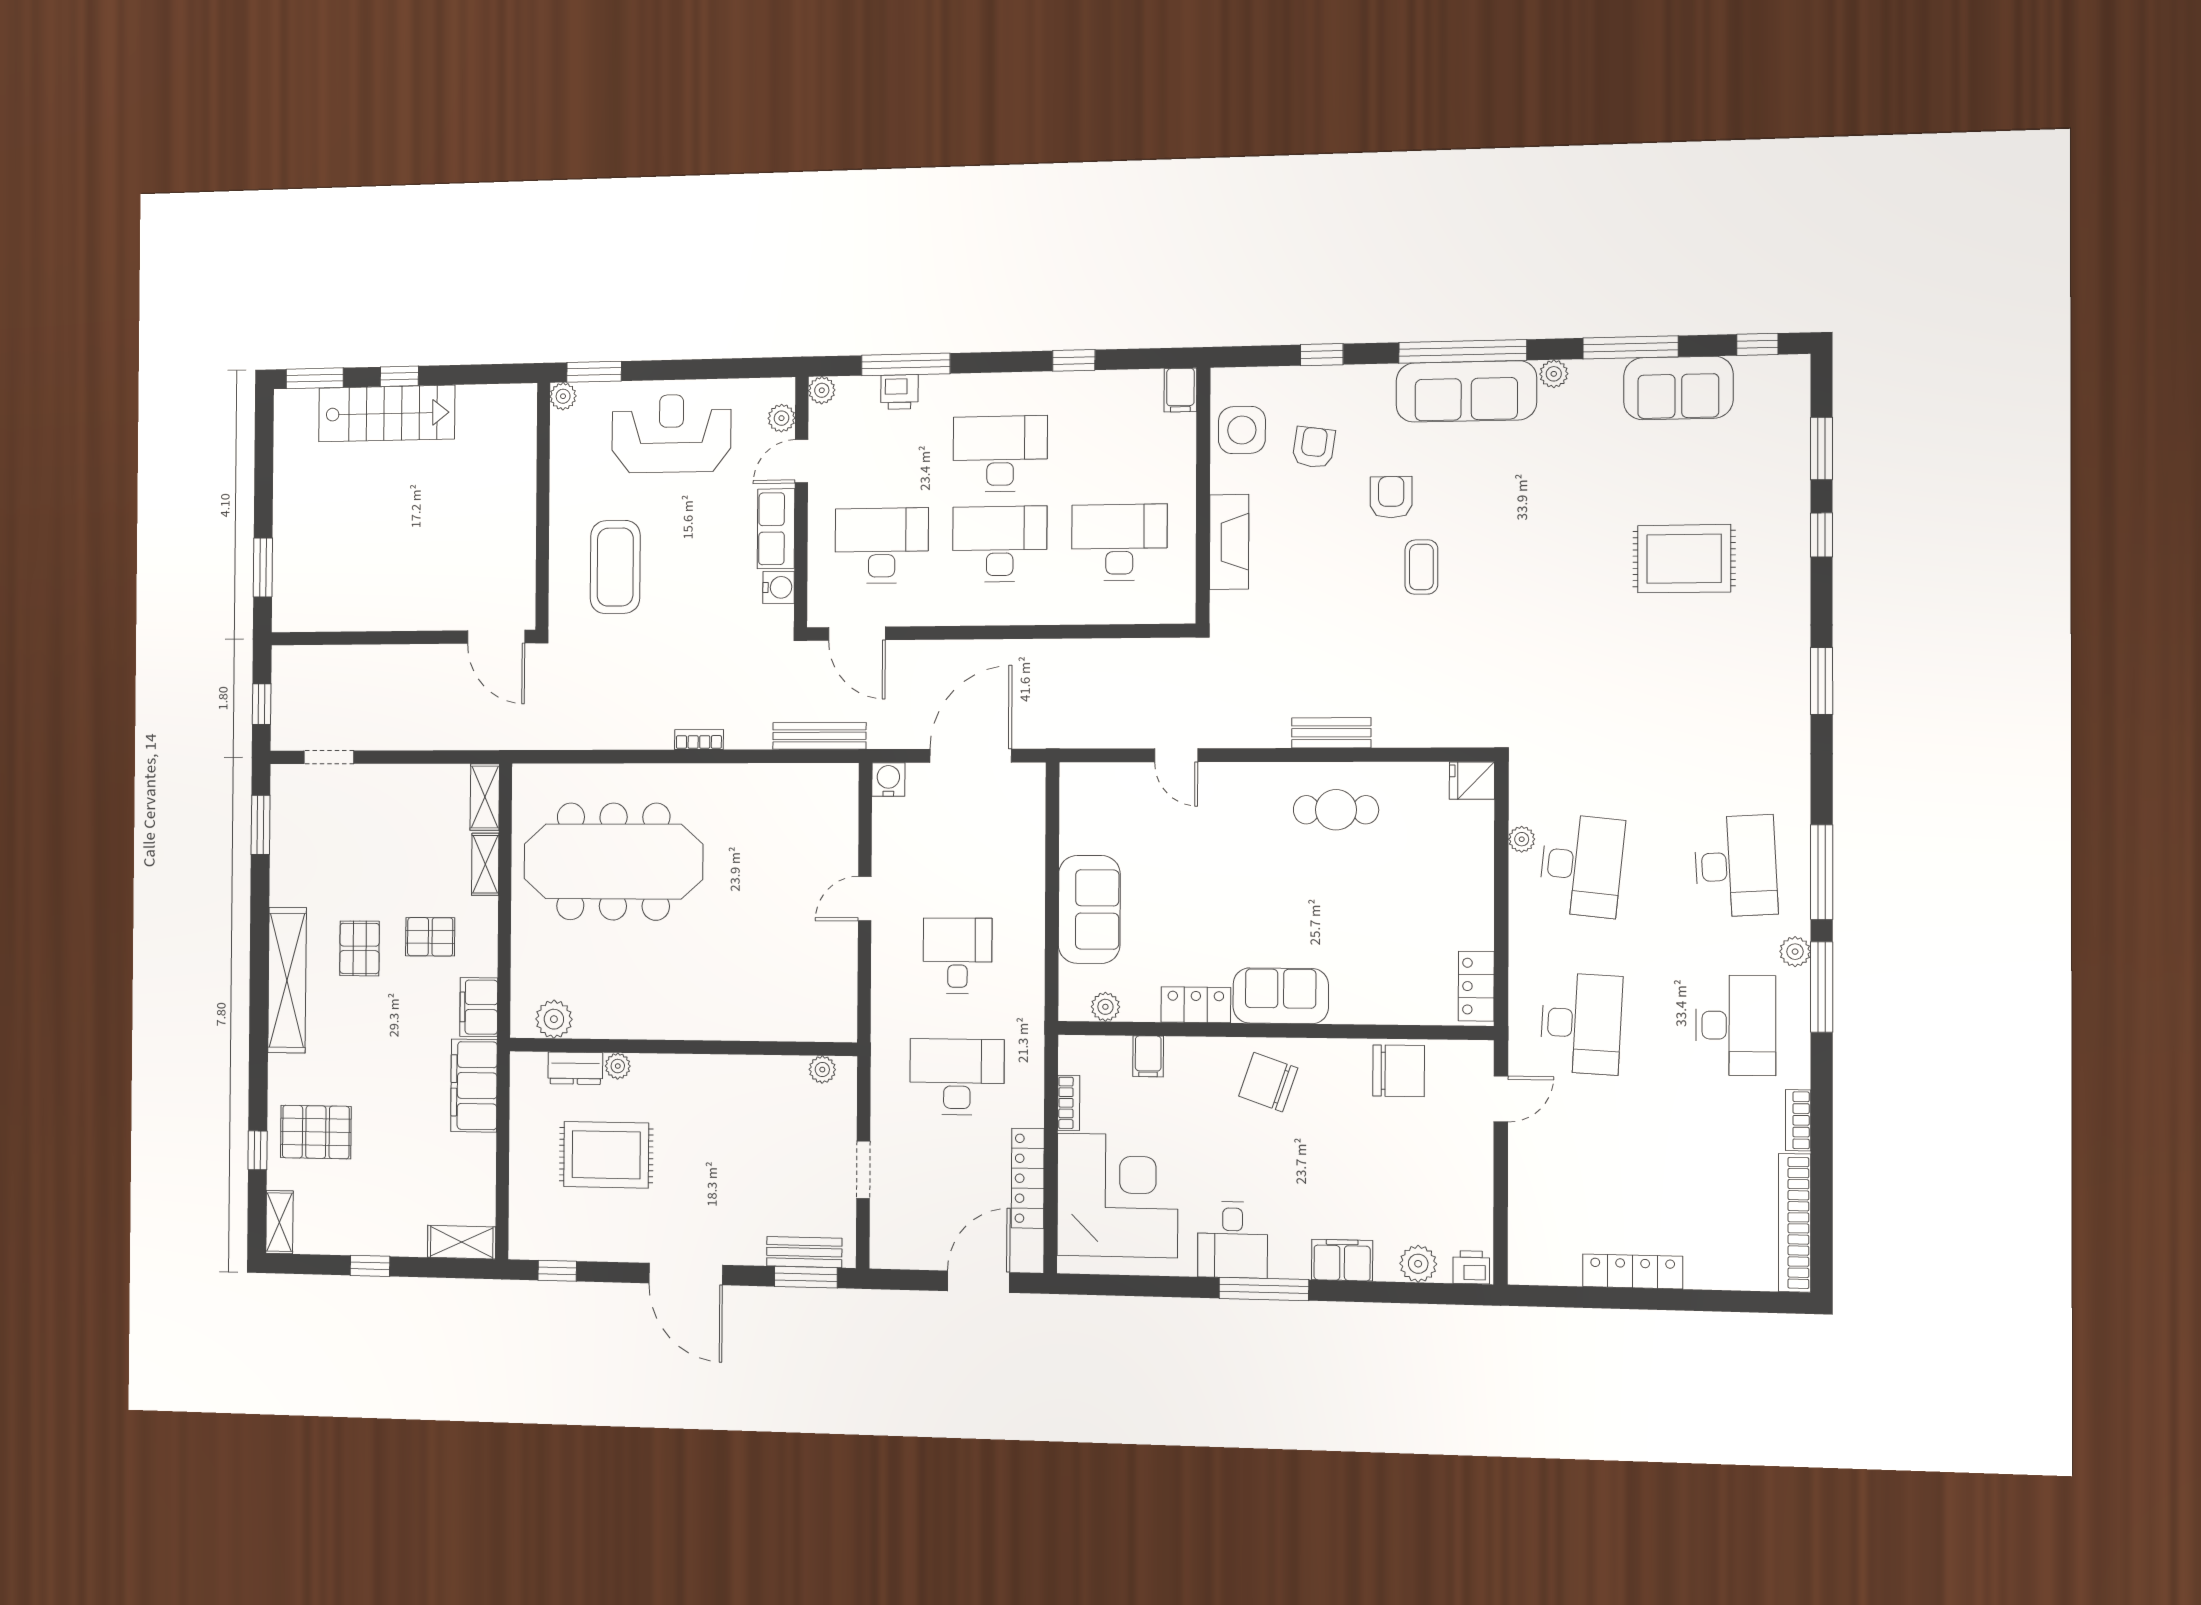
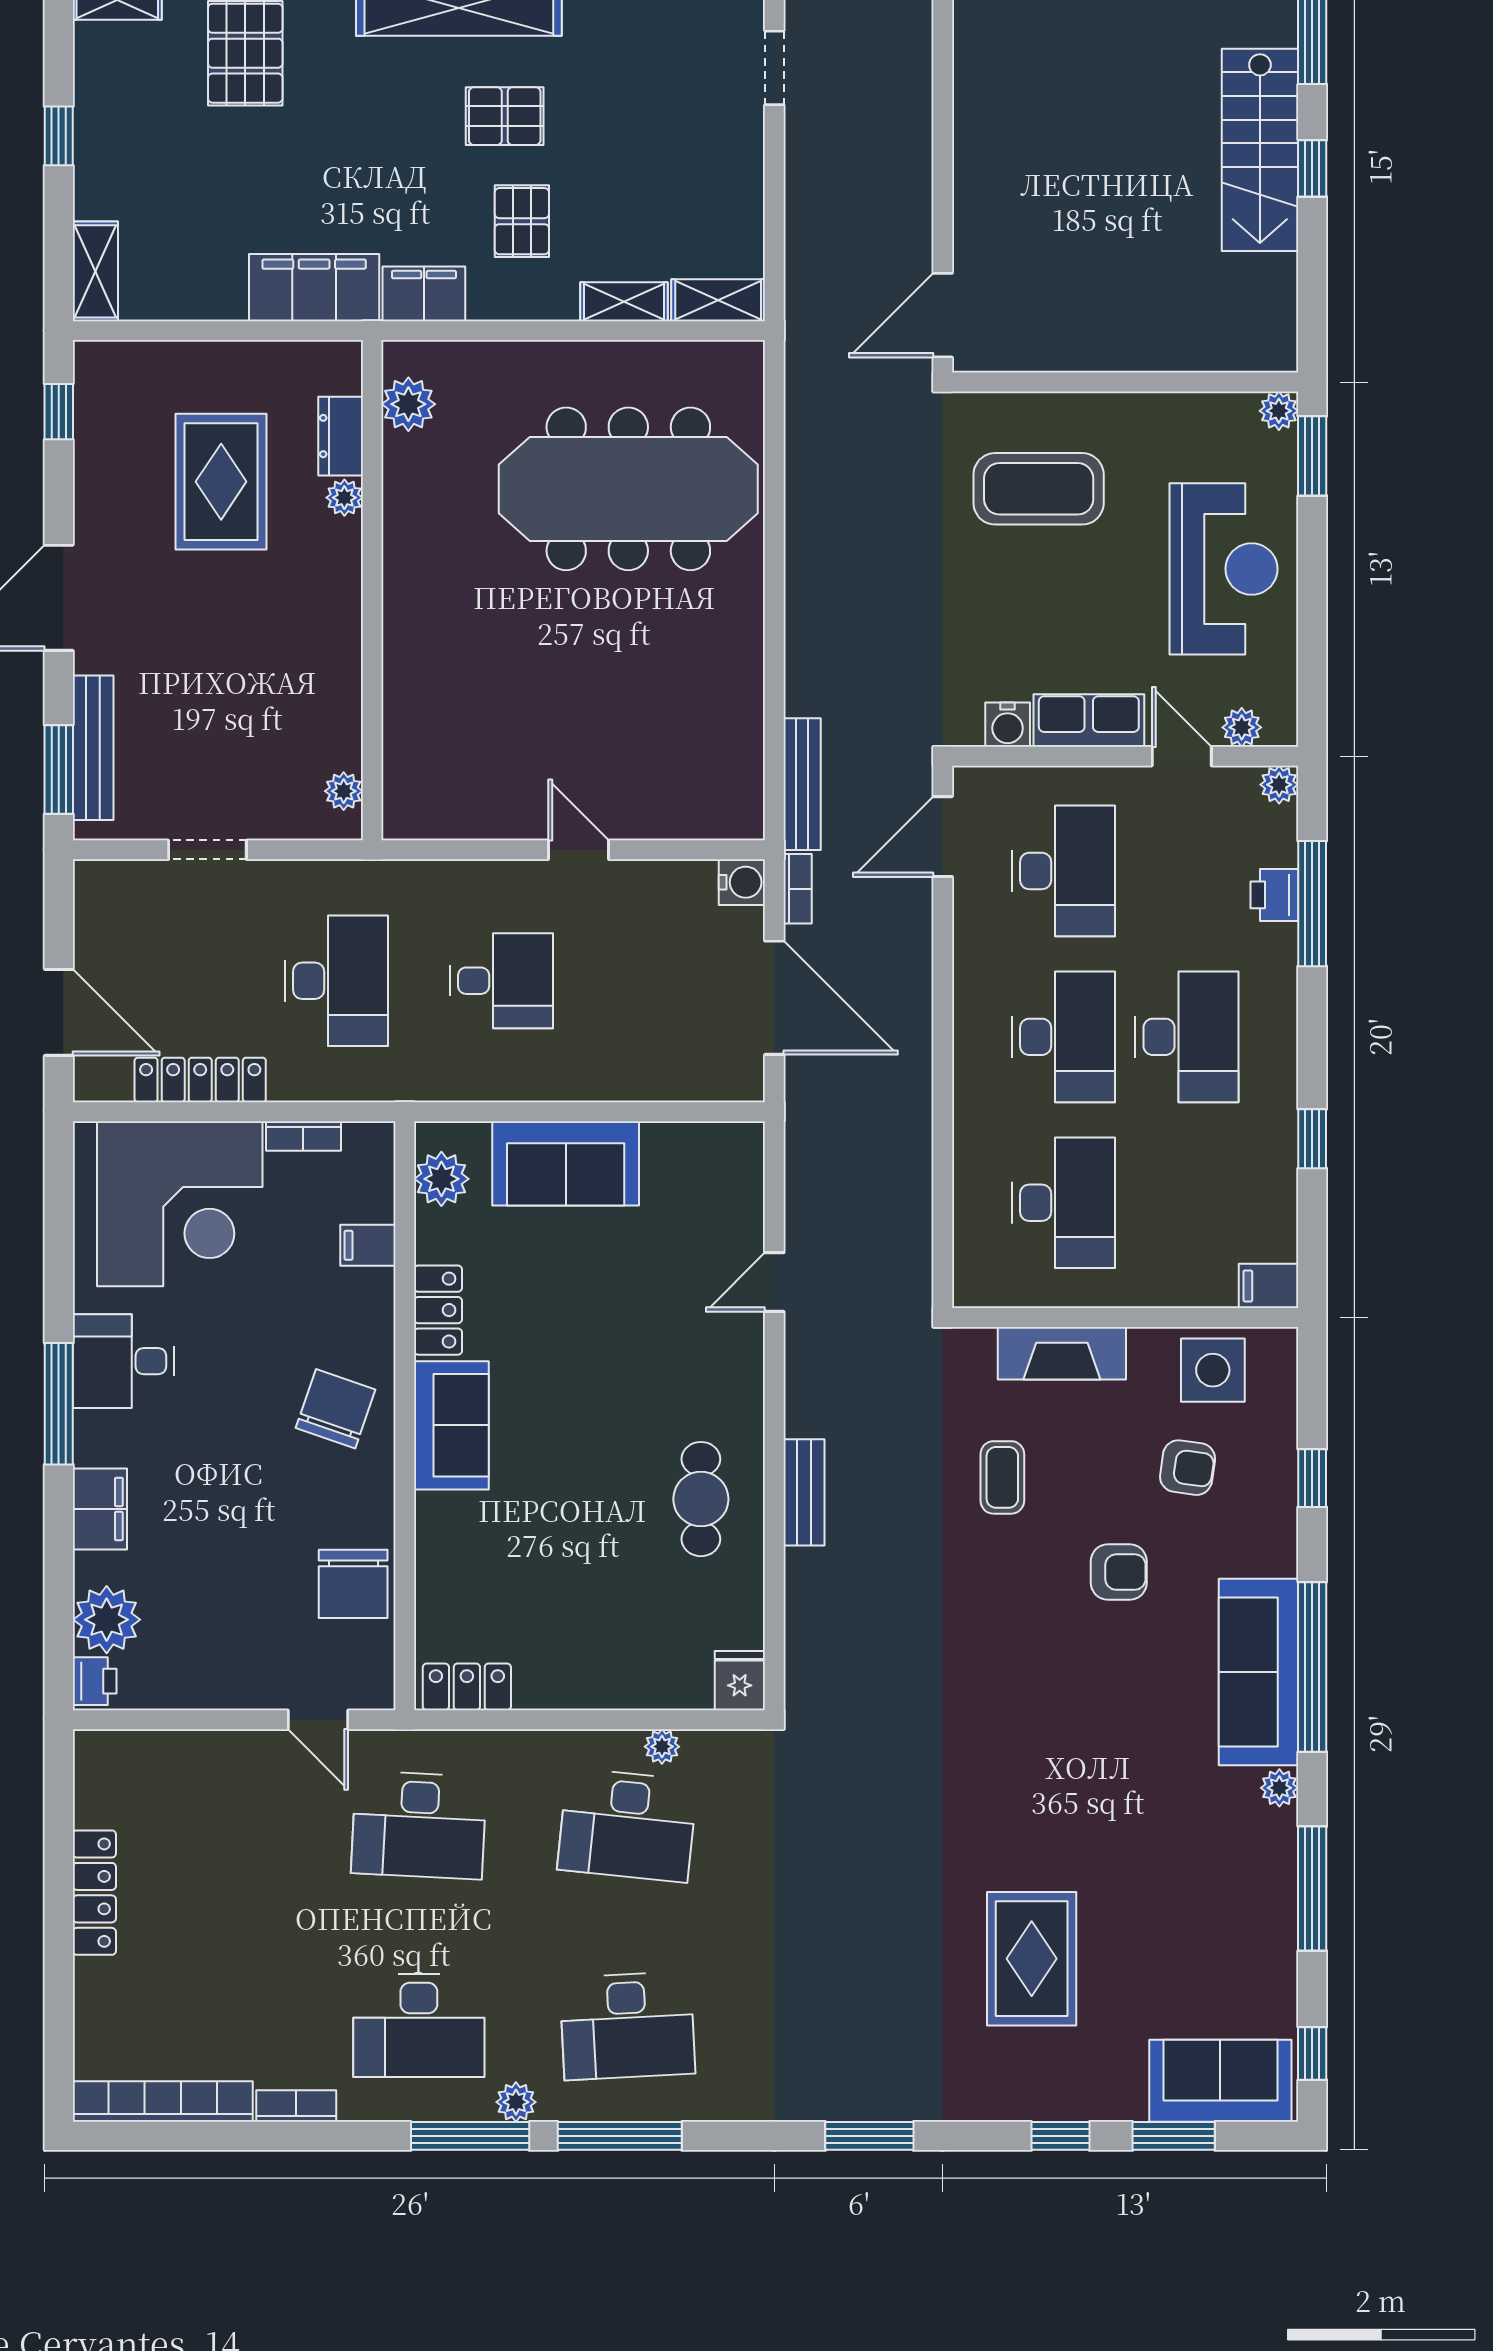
sofa: (1678, 388) -> (1220, 2081), moved, turned 90
coffee table: (1421, 567) -> (1002, 1477), moved, turned 90
bookcase: (699, 740) -> (798, 889), moved
meeting table: (613, 862) -> (628, 489), turned 90
plant: (1105, 1007) -> (441, 1179), width x1.38, depth x1.38
bench: (804, 1252) -> (93, 748), width x1.36
plant: (1418, 1264) -> (107, 1620), width x1.36, depth x1.36

